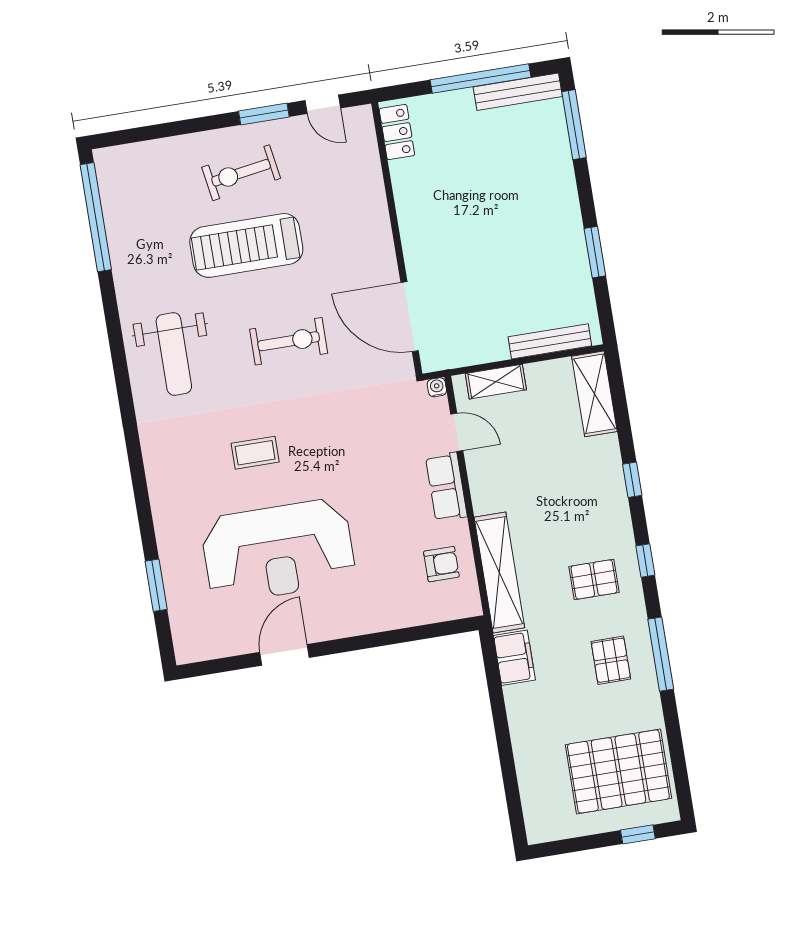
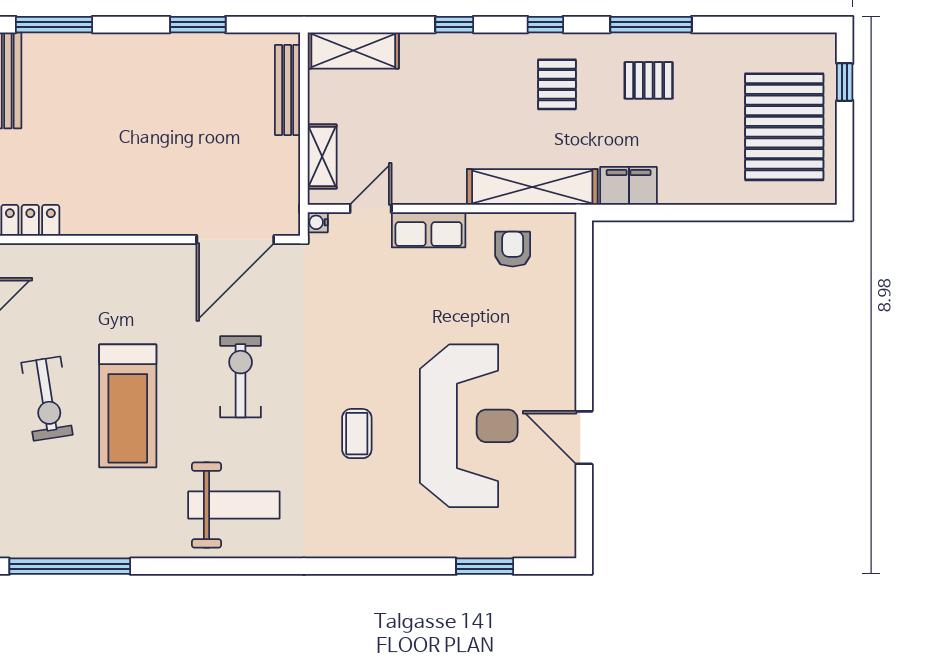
pallet: (618, 771) -> (784, 127), moved

